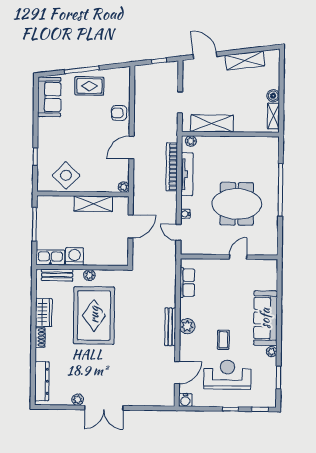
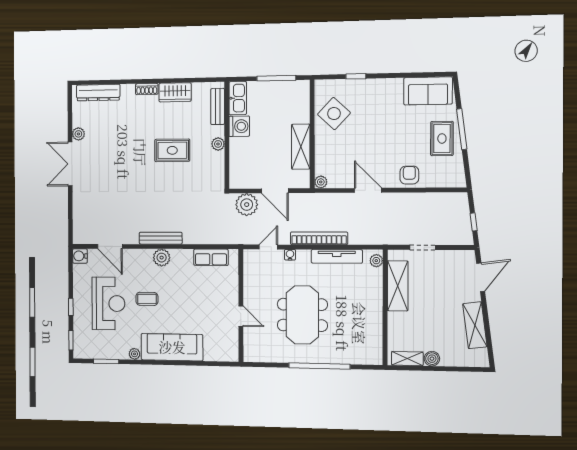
bookcase: (172, 167) -> (319, 238), moved
plant: (142, 251) -> (247, 205), added
rug: (94, 315) -> (172, 150), width x0.54, depth x0.49

